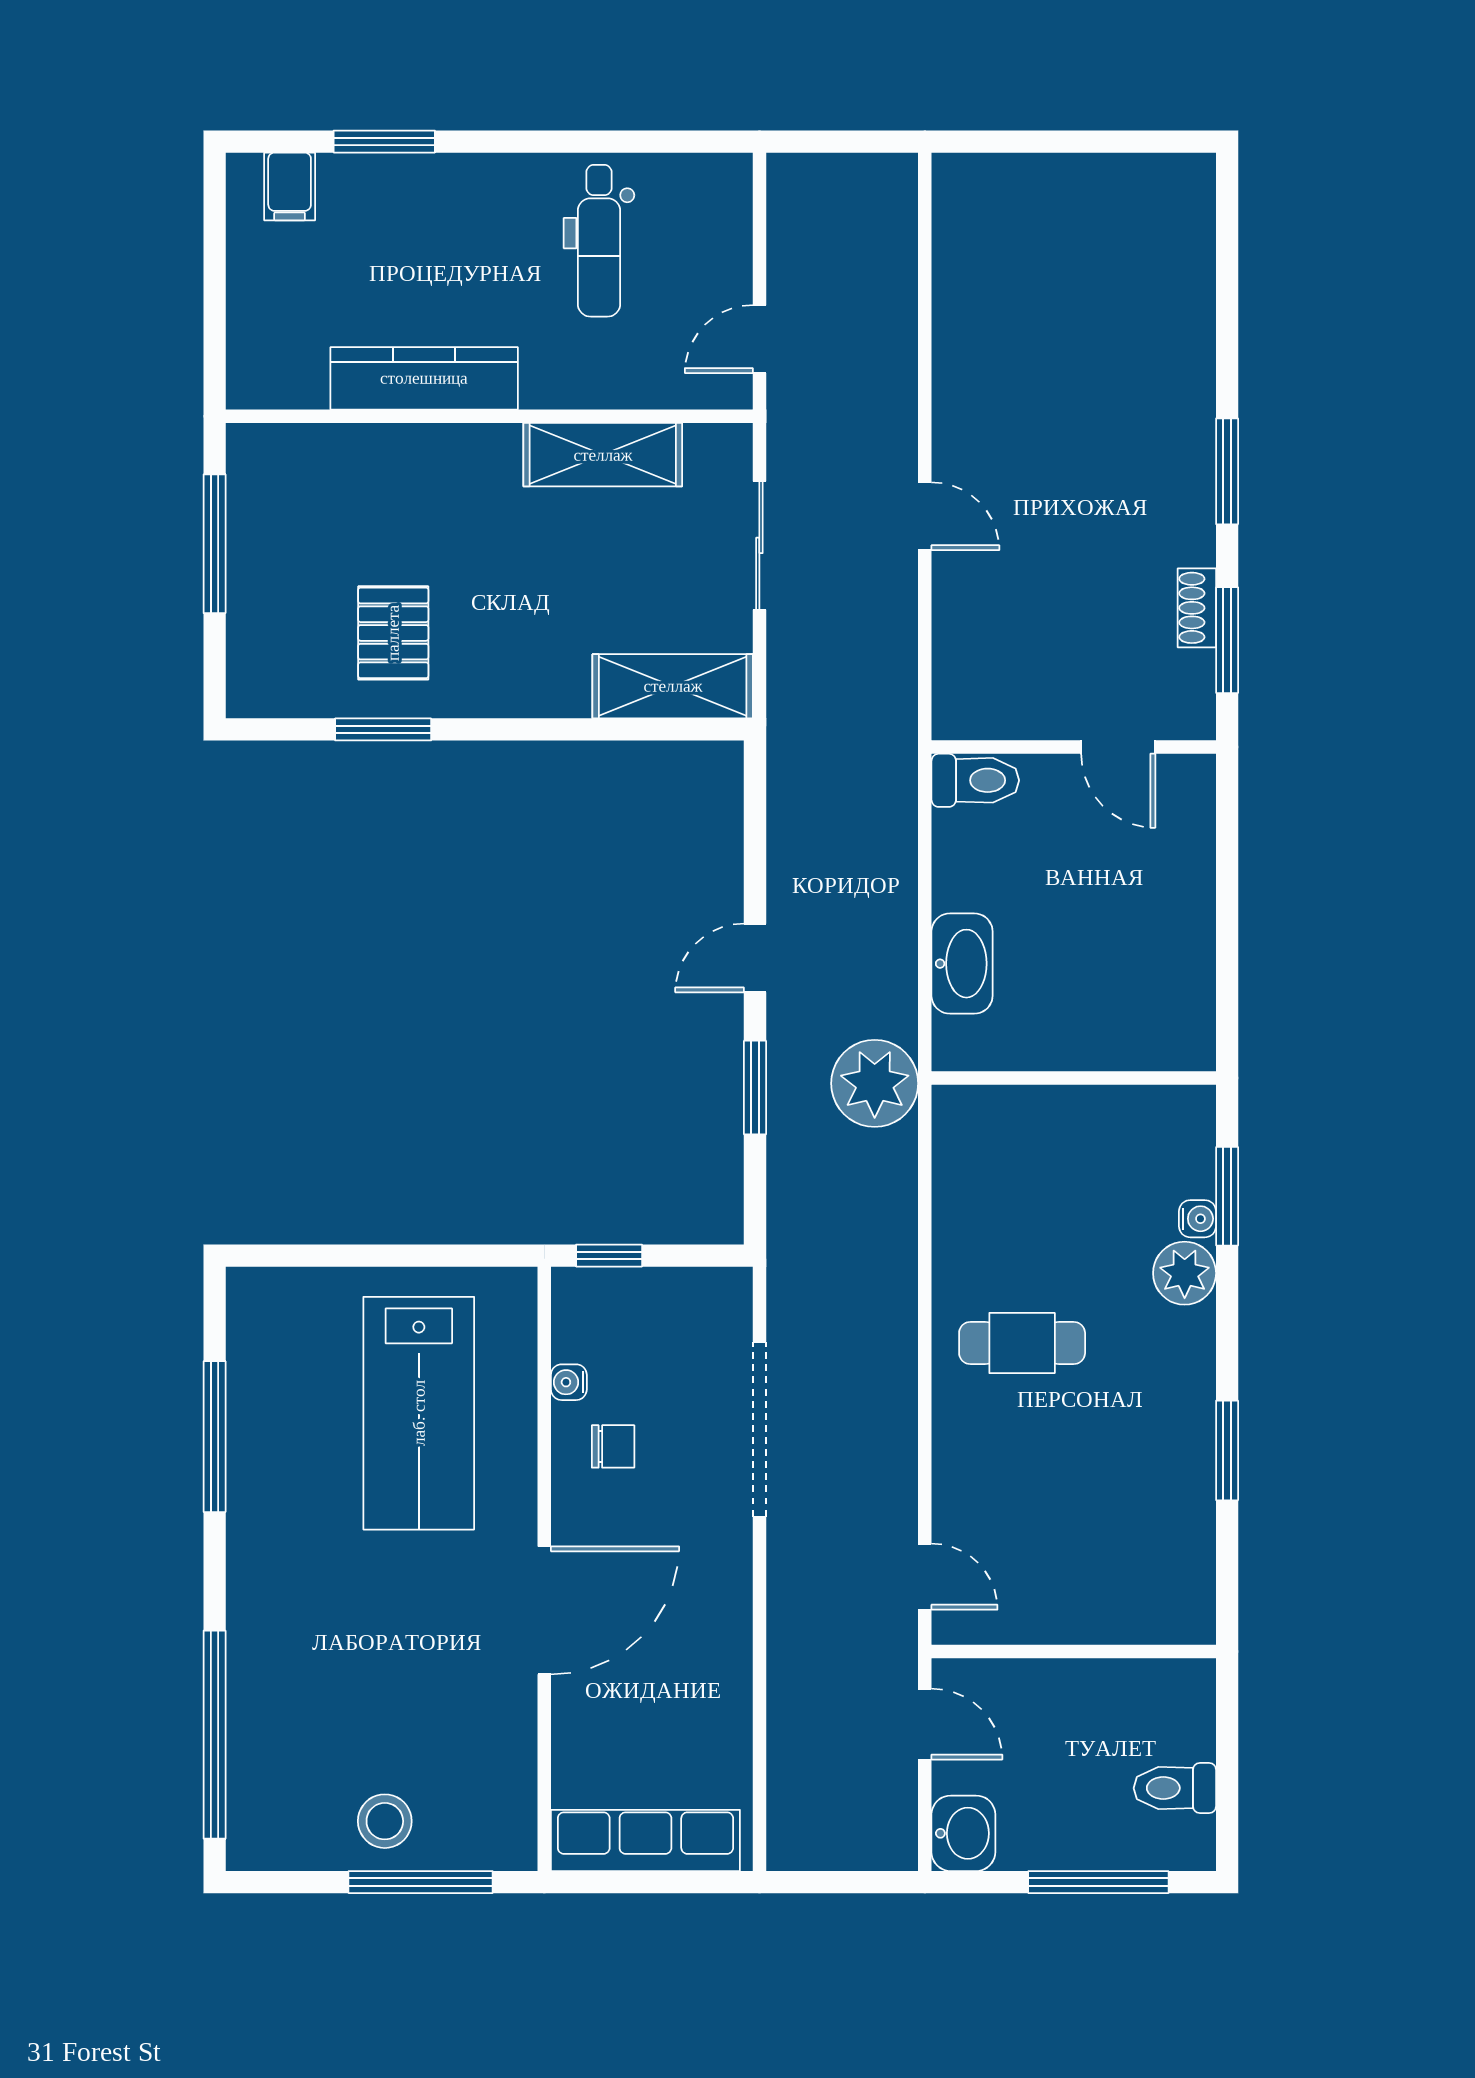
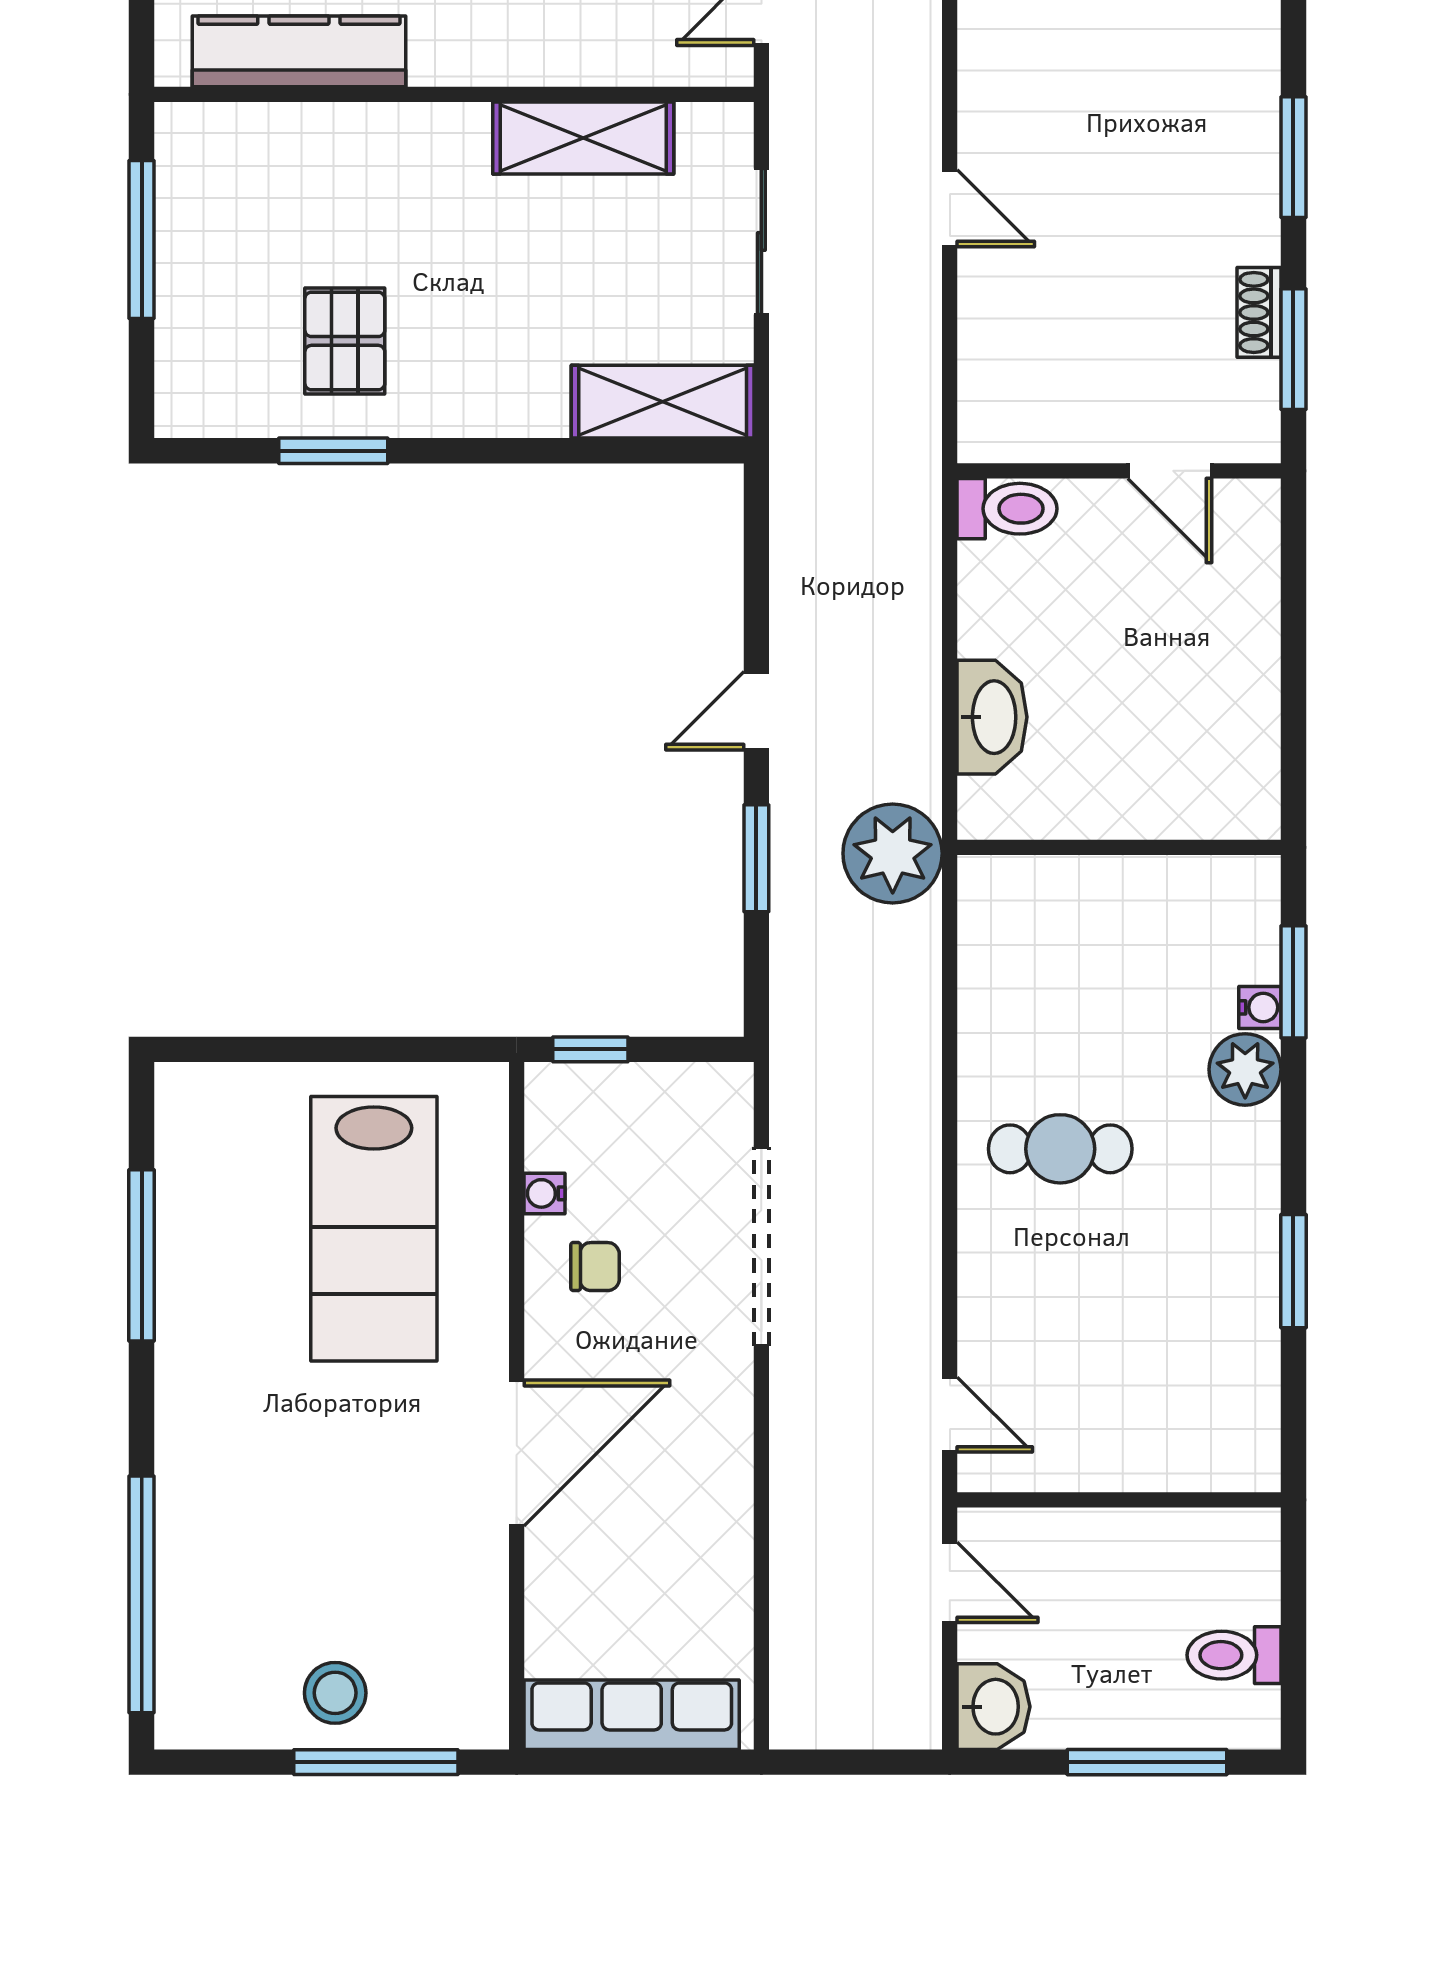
kitchen counter: (424, 378) -> (299, 51), moved

